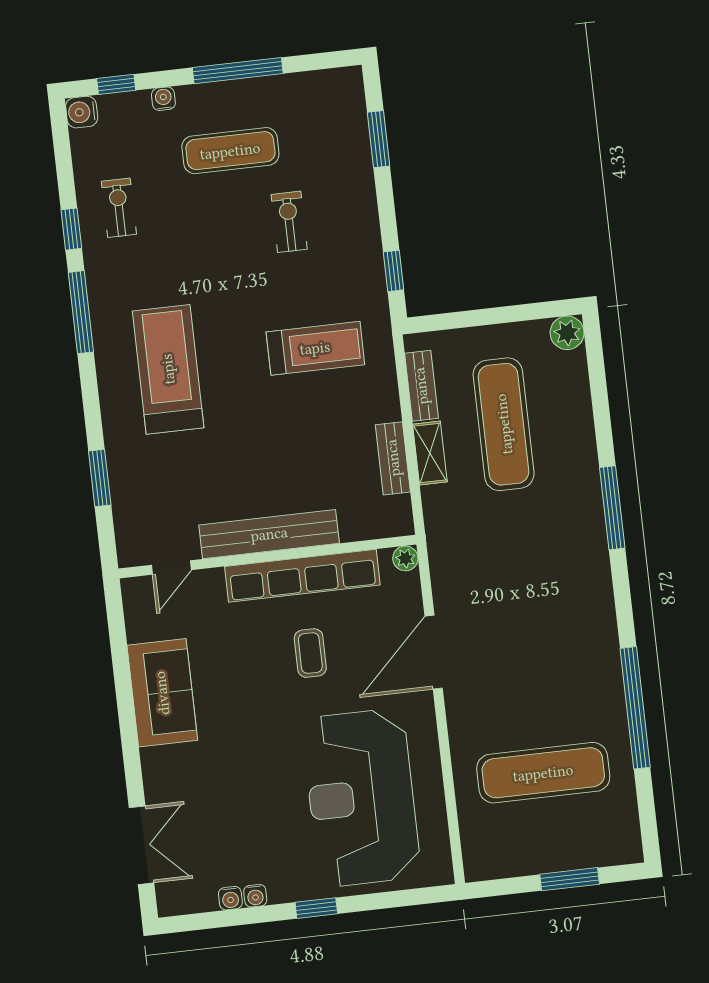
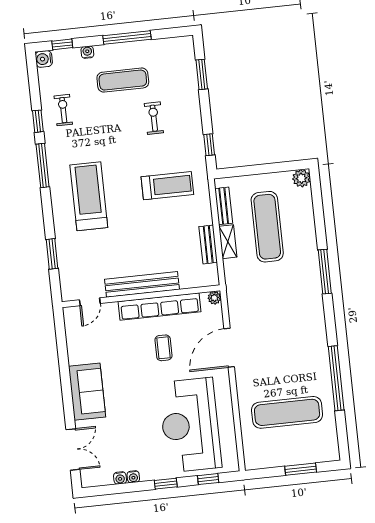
sofa: (162, 693) -> (87, 392), moved
window: (396, 899) -> (208, 479), added

